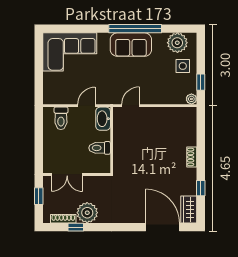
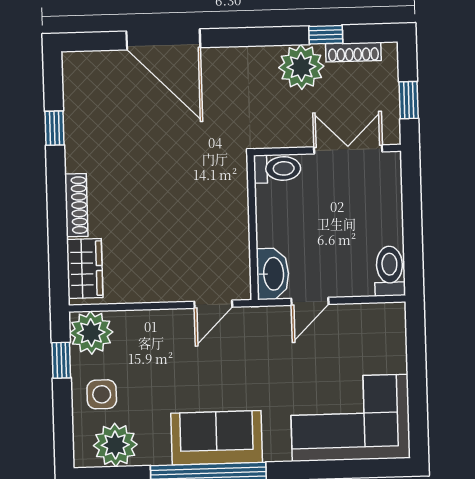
plant: (191, 99) -> (91, 333), width x1.88, depth x1.88
toilet: (61, 118) -> (390, 271), moved
toilet: (100, 148) -> (277, 169), moved
shoe rack: (192, 157) -> (76, 205), width x1.43
wardrobe: (189, 209) -> (85, 268), moved
door: (163, 227) -> (163, 39), moved

